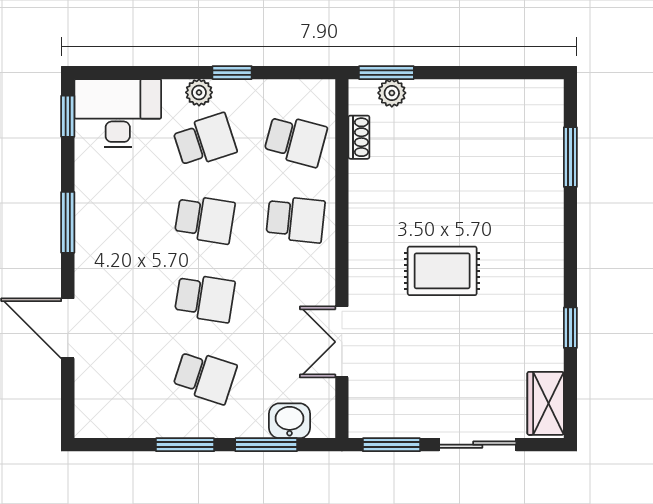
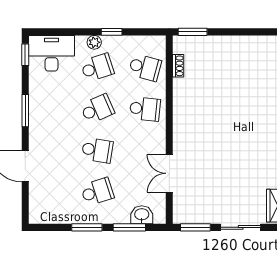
plant: (392, 93) -> (196, 43), removed
school desk: (205, 219) -> (97, 109), turned -33
rug: (442, 271) -> (222, 136), removed
school desk: (205, 377) -> (97, 192), turned -36

